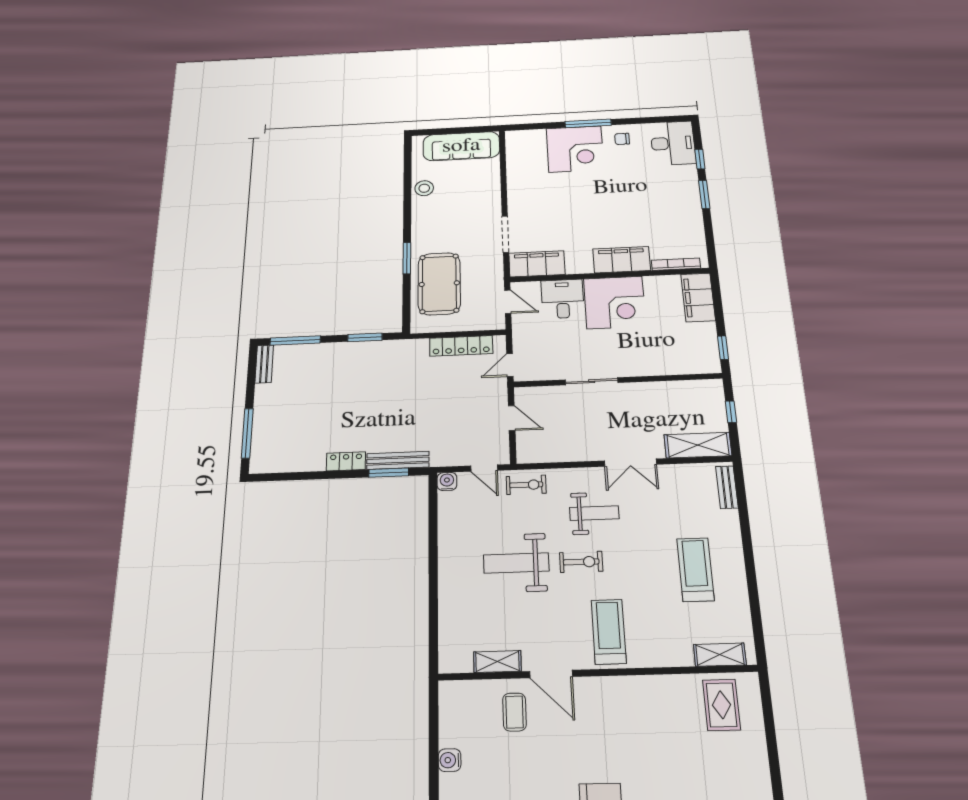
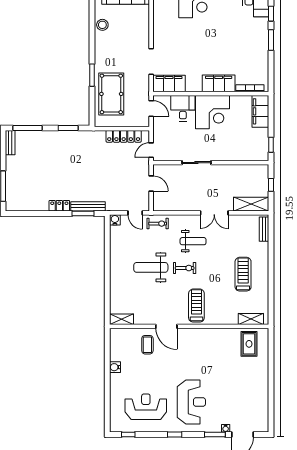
shelving: (497, 662) -> (121, 319), moved

